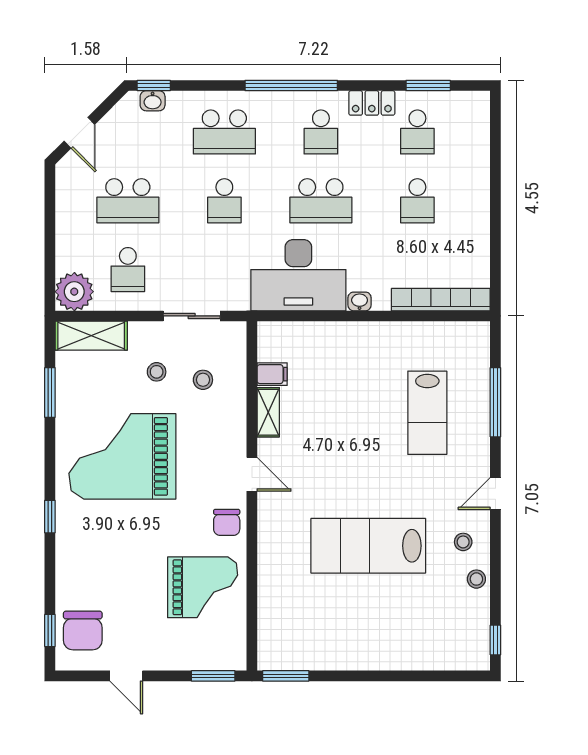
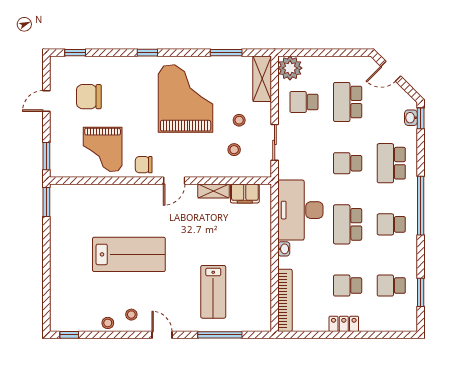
locker: (372, 103) -> (344, 324), moved, turned 90
filing cabinet: (272, 374) -> (245, 193), width x2.00
lab bench: (427, 413) -> (213, 292), turned -90
lab bench: (368, 546) -> (129, 254), turned 90
chair: (83, 631) -> (89, 97), moved

